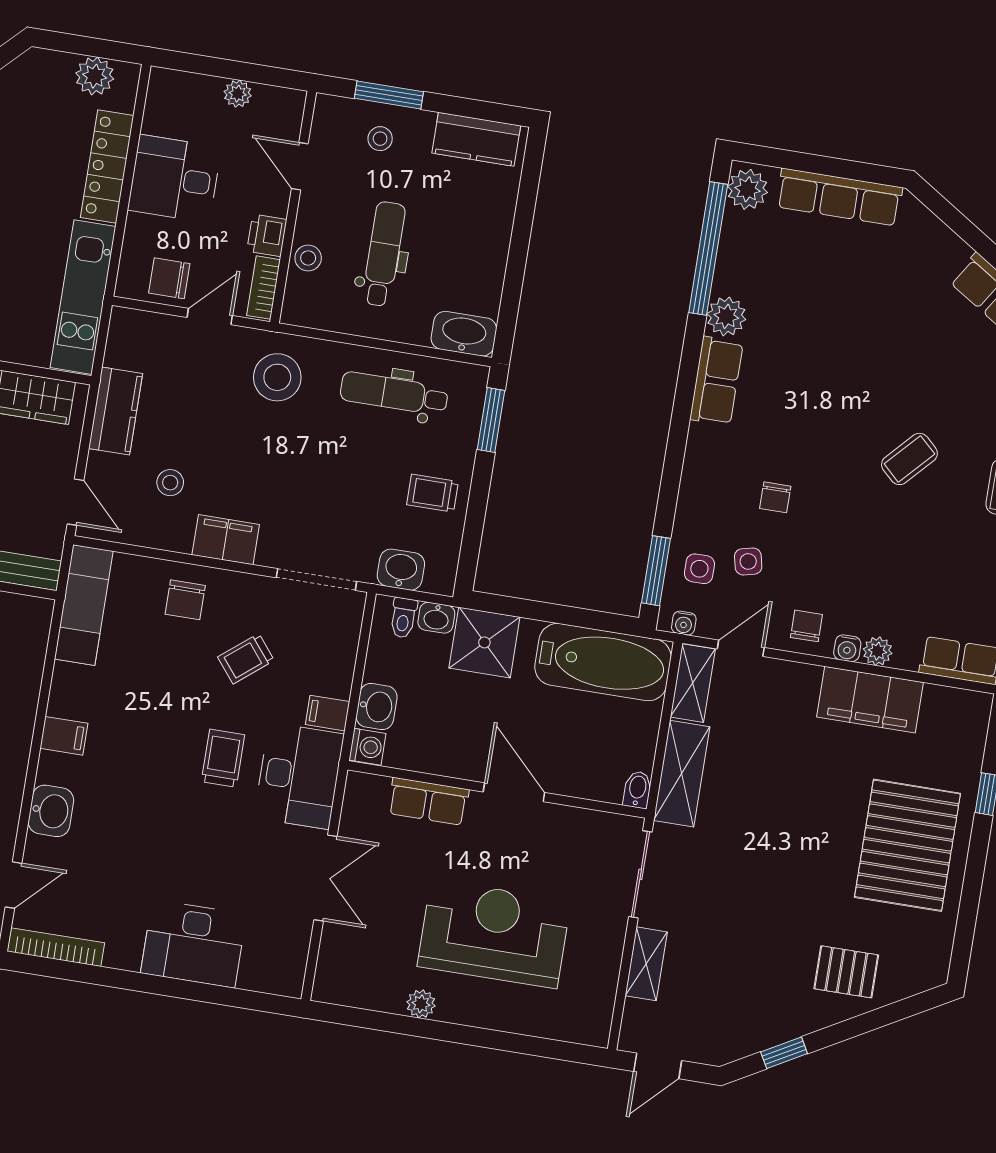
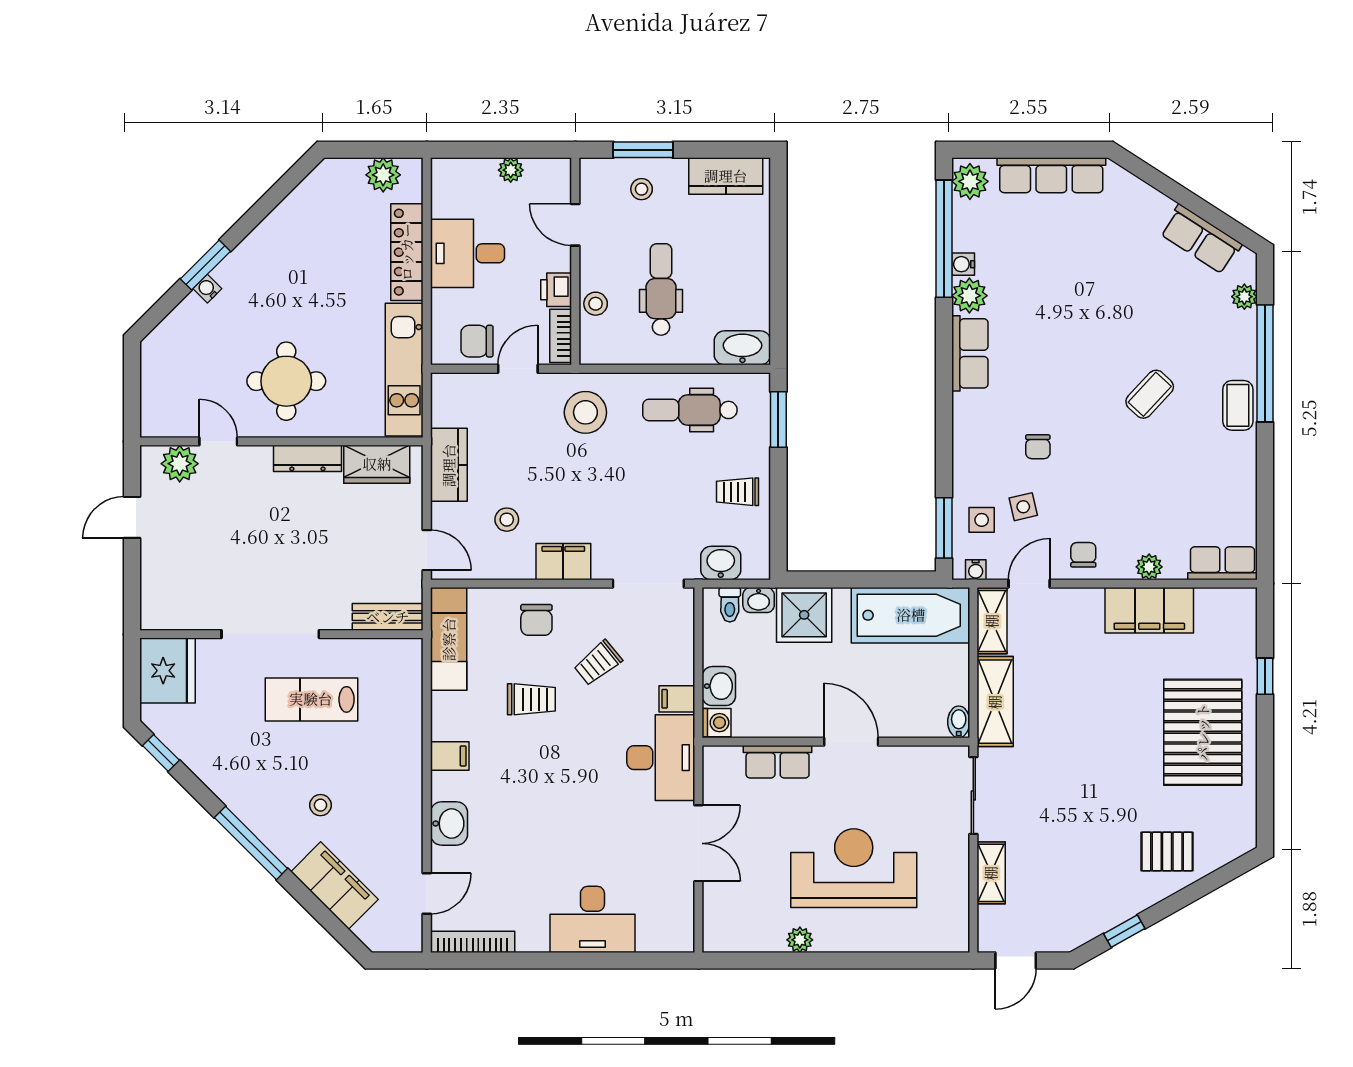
water cooler: (847, 648) -> (963, 264), moved, turned 90
trolley: (223, 758) -> (531, 699), moved, turned 90

